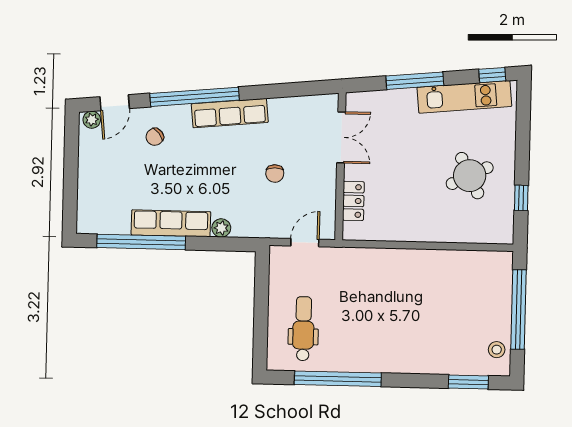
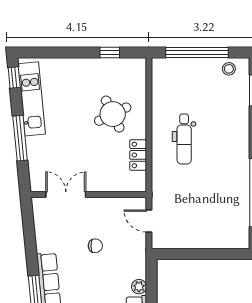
round table: (470, 176) -> (113, 114), moved
locker: (353, 201) -> (138, 155), moved, turned -90
dental chair: (303, 329) -> (184, 139), moved, turned -90

